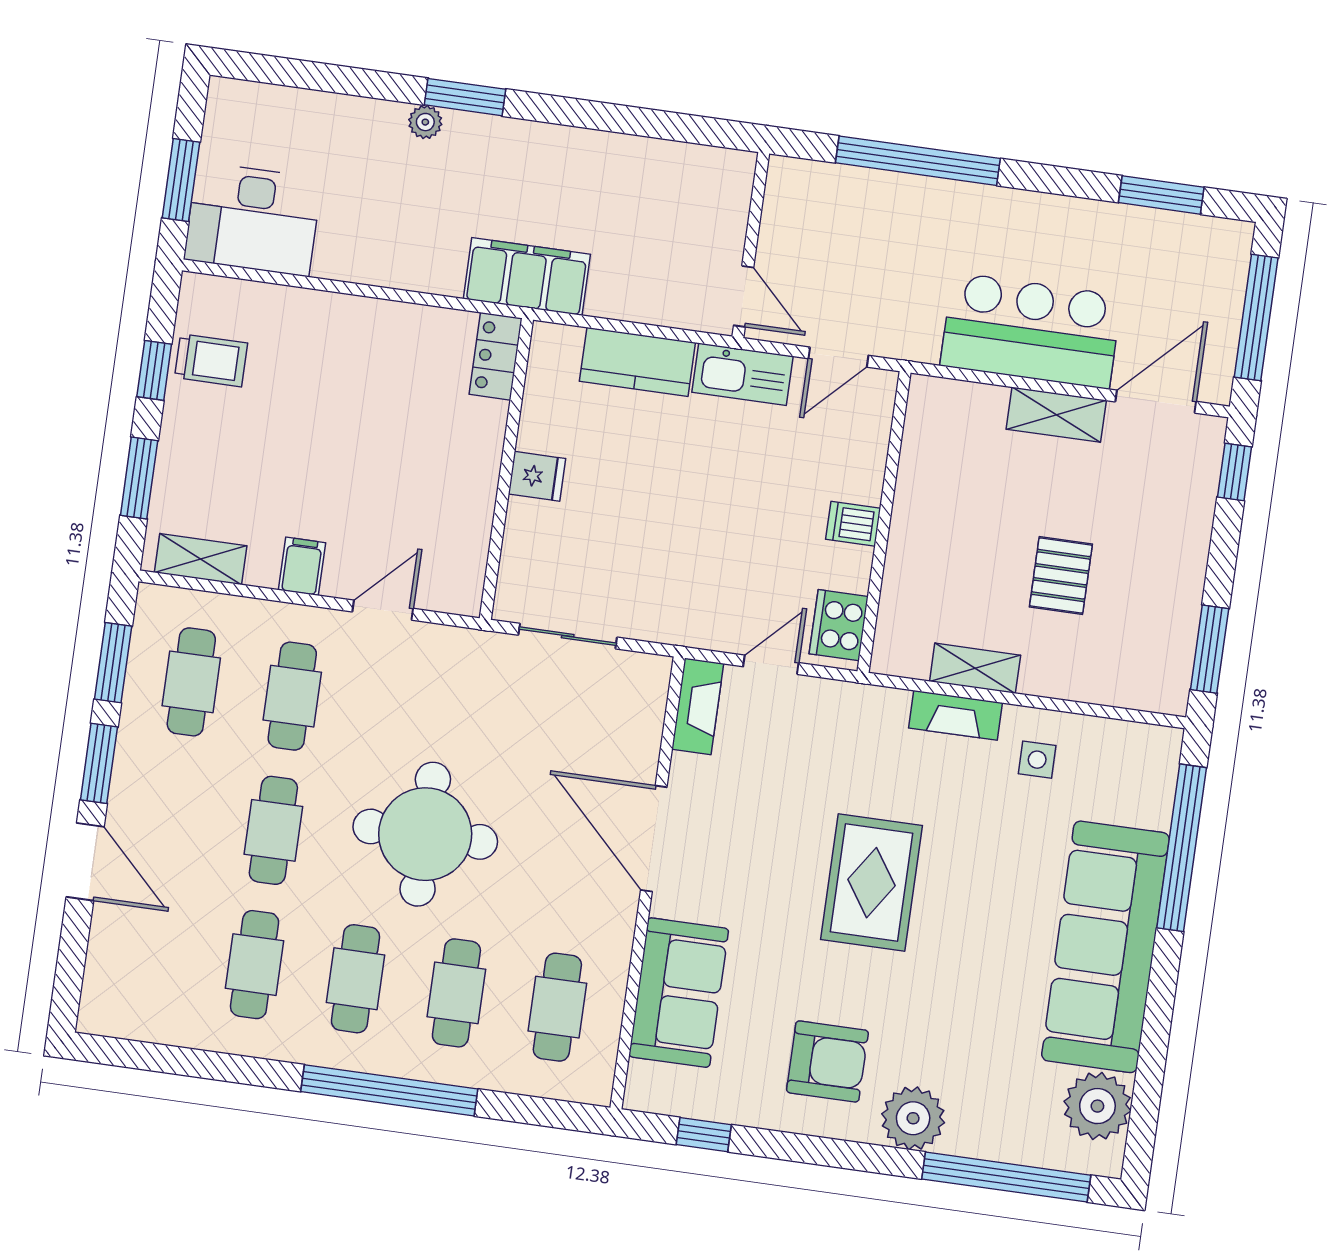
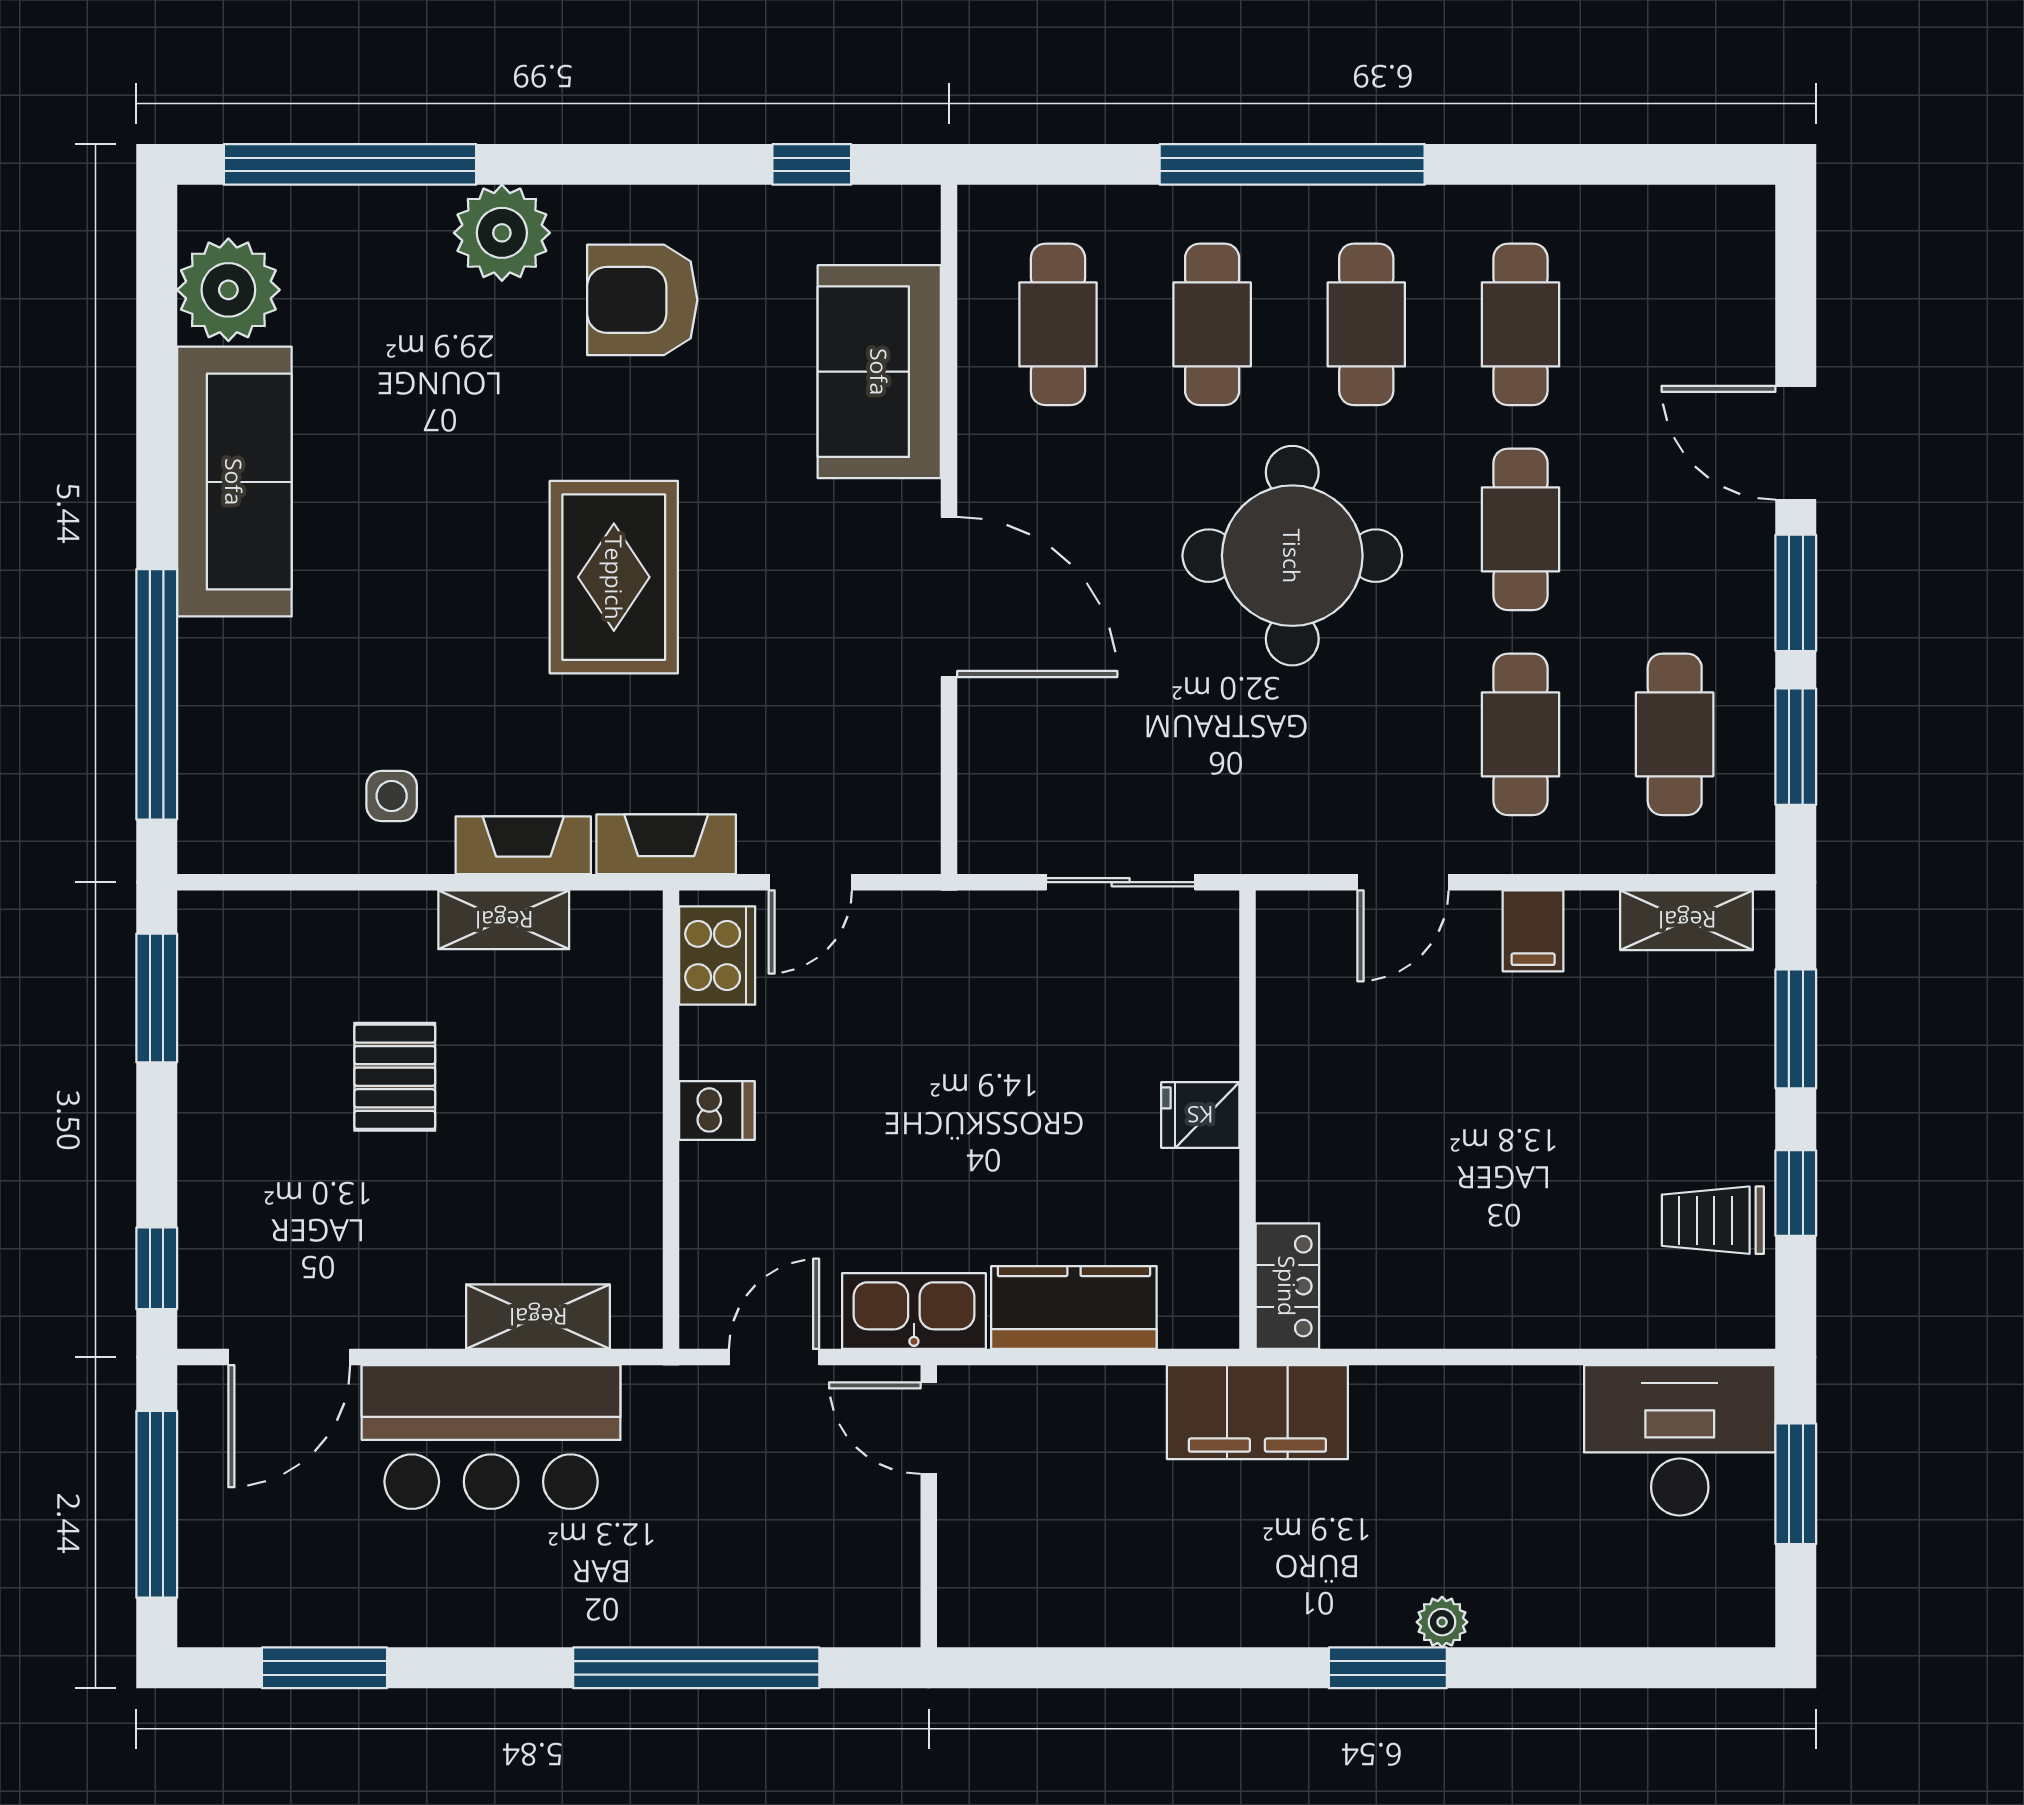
shelving: (1056, 415) -> (538, 1317), moved
fireplace: (698, 706) -> (666, 844), moved, turned 90
sofa: (1105, 947) -> (234, 482), width x0.74, depth x0.79

